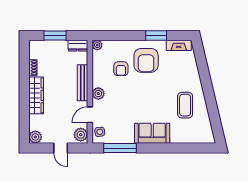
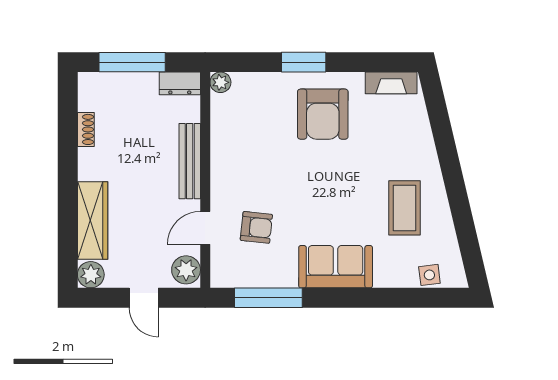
window: (55, 36) -> (132, 62), width x1.44
window: (156, 36) -> (304, 62), moved
armchair: (121, 69) -> (256, 227), moved, turned -84
plant: (98, 94) -> (223, 184), removed
wardrobe: (36, 95) -> (93, 221), moved
side table: (100, 132) -> (429, 275), moved

